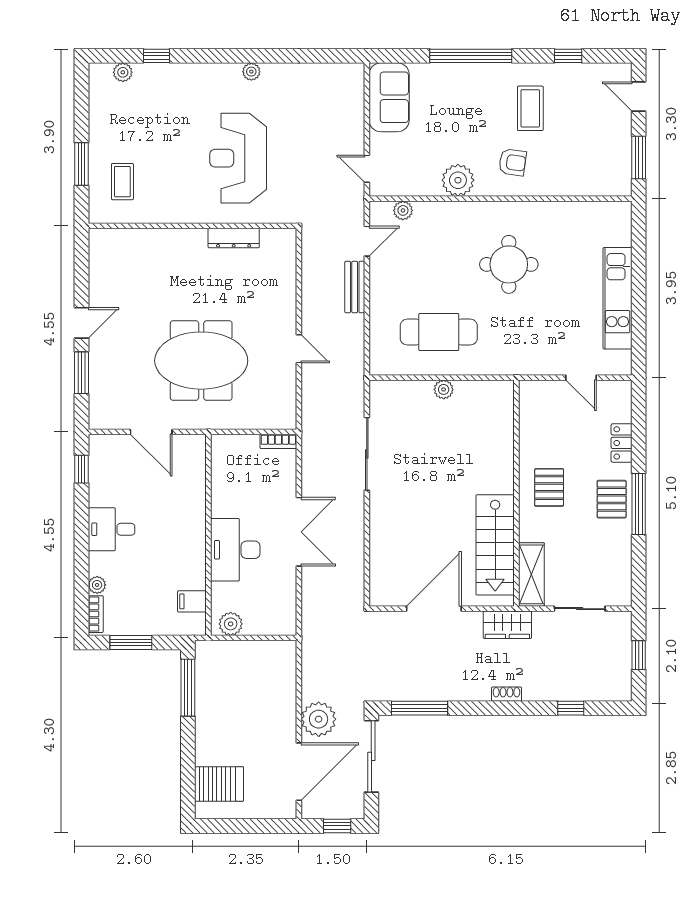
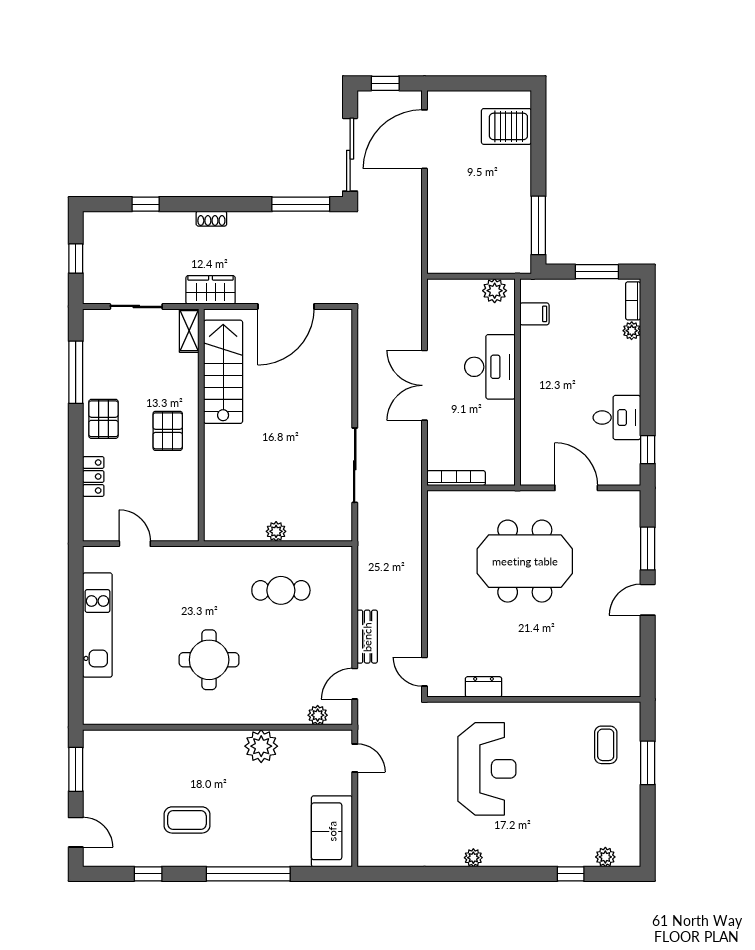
coffee table: (530, 108) -> (187, 820), turned 90
armchair: (513, 162) -> (205, 765), removed
dresser: (234, 238) -> (484, 687), width x0.70
cafe table: (439, 332) -> (281, 590), width x0.73, depth x0.74
door: (299, 349) -> (424, 672), moved
bookcase: (278, 441) -> (456, 478), width x1.56
window: (639, 504) -> (76, 372), moved
desk: (111, 529) -> (617, 418), moved
shelving: (531, 574) -> (189, 331), width x0.67, depth x0.75
plant: (319, 719) -> (404, 193), removed

